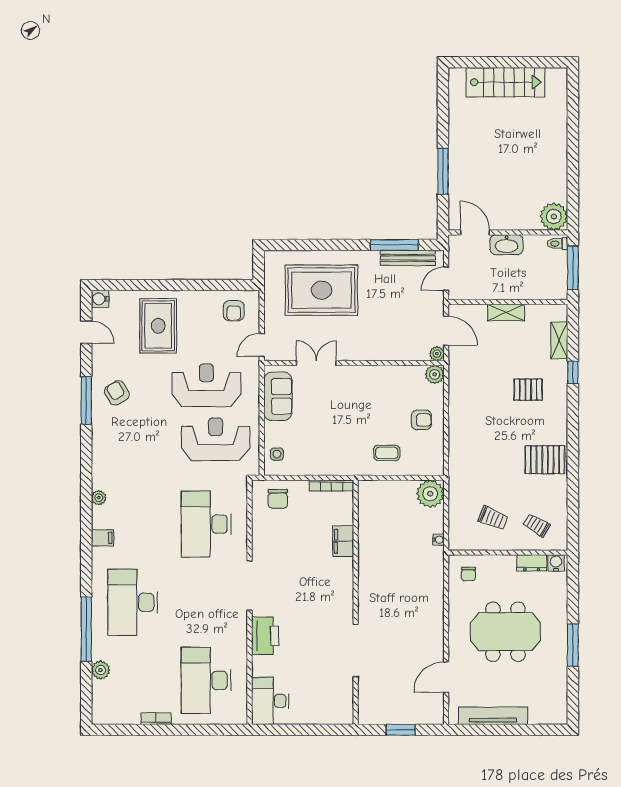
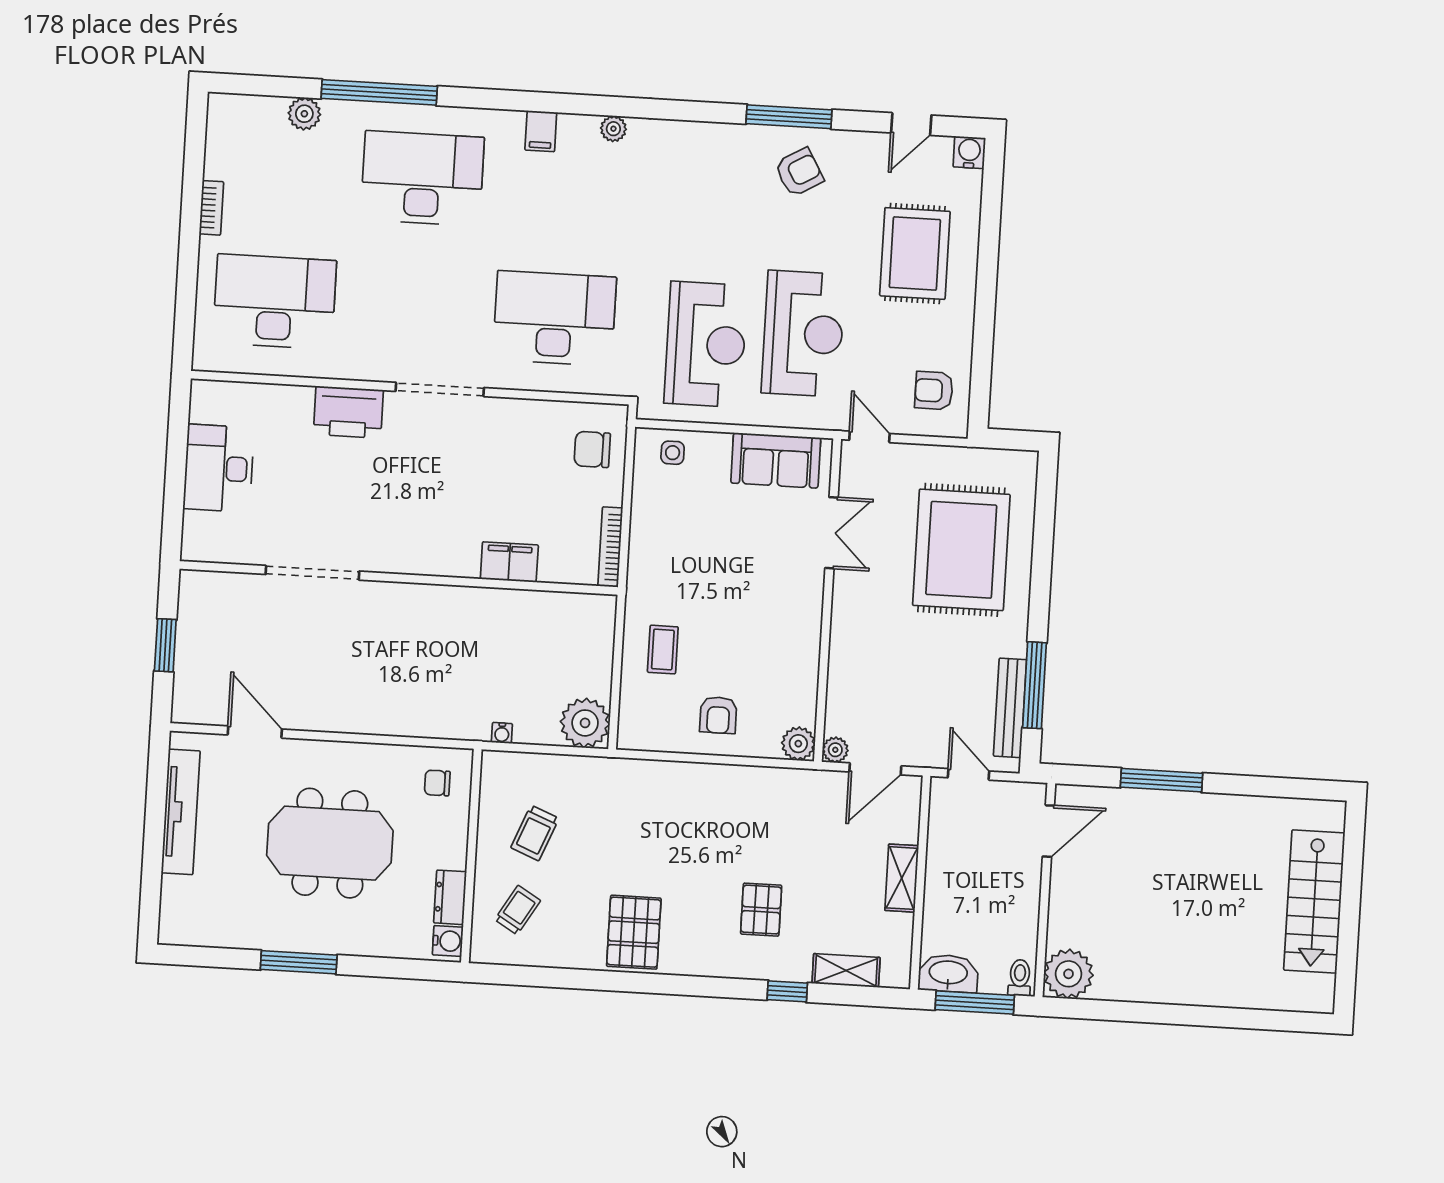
washbasin: (506, 245) -> (948, 973), moved, turned 90
rug: (158, 326) -> (915, 254), turned 90
meeting table: (505, 632) -> (330, 843), turned 90
desk: (270, 701) -> (219, 468), moved, turned -90

